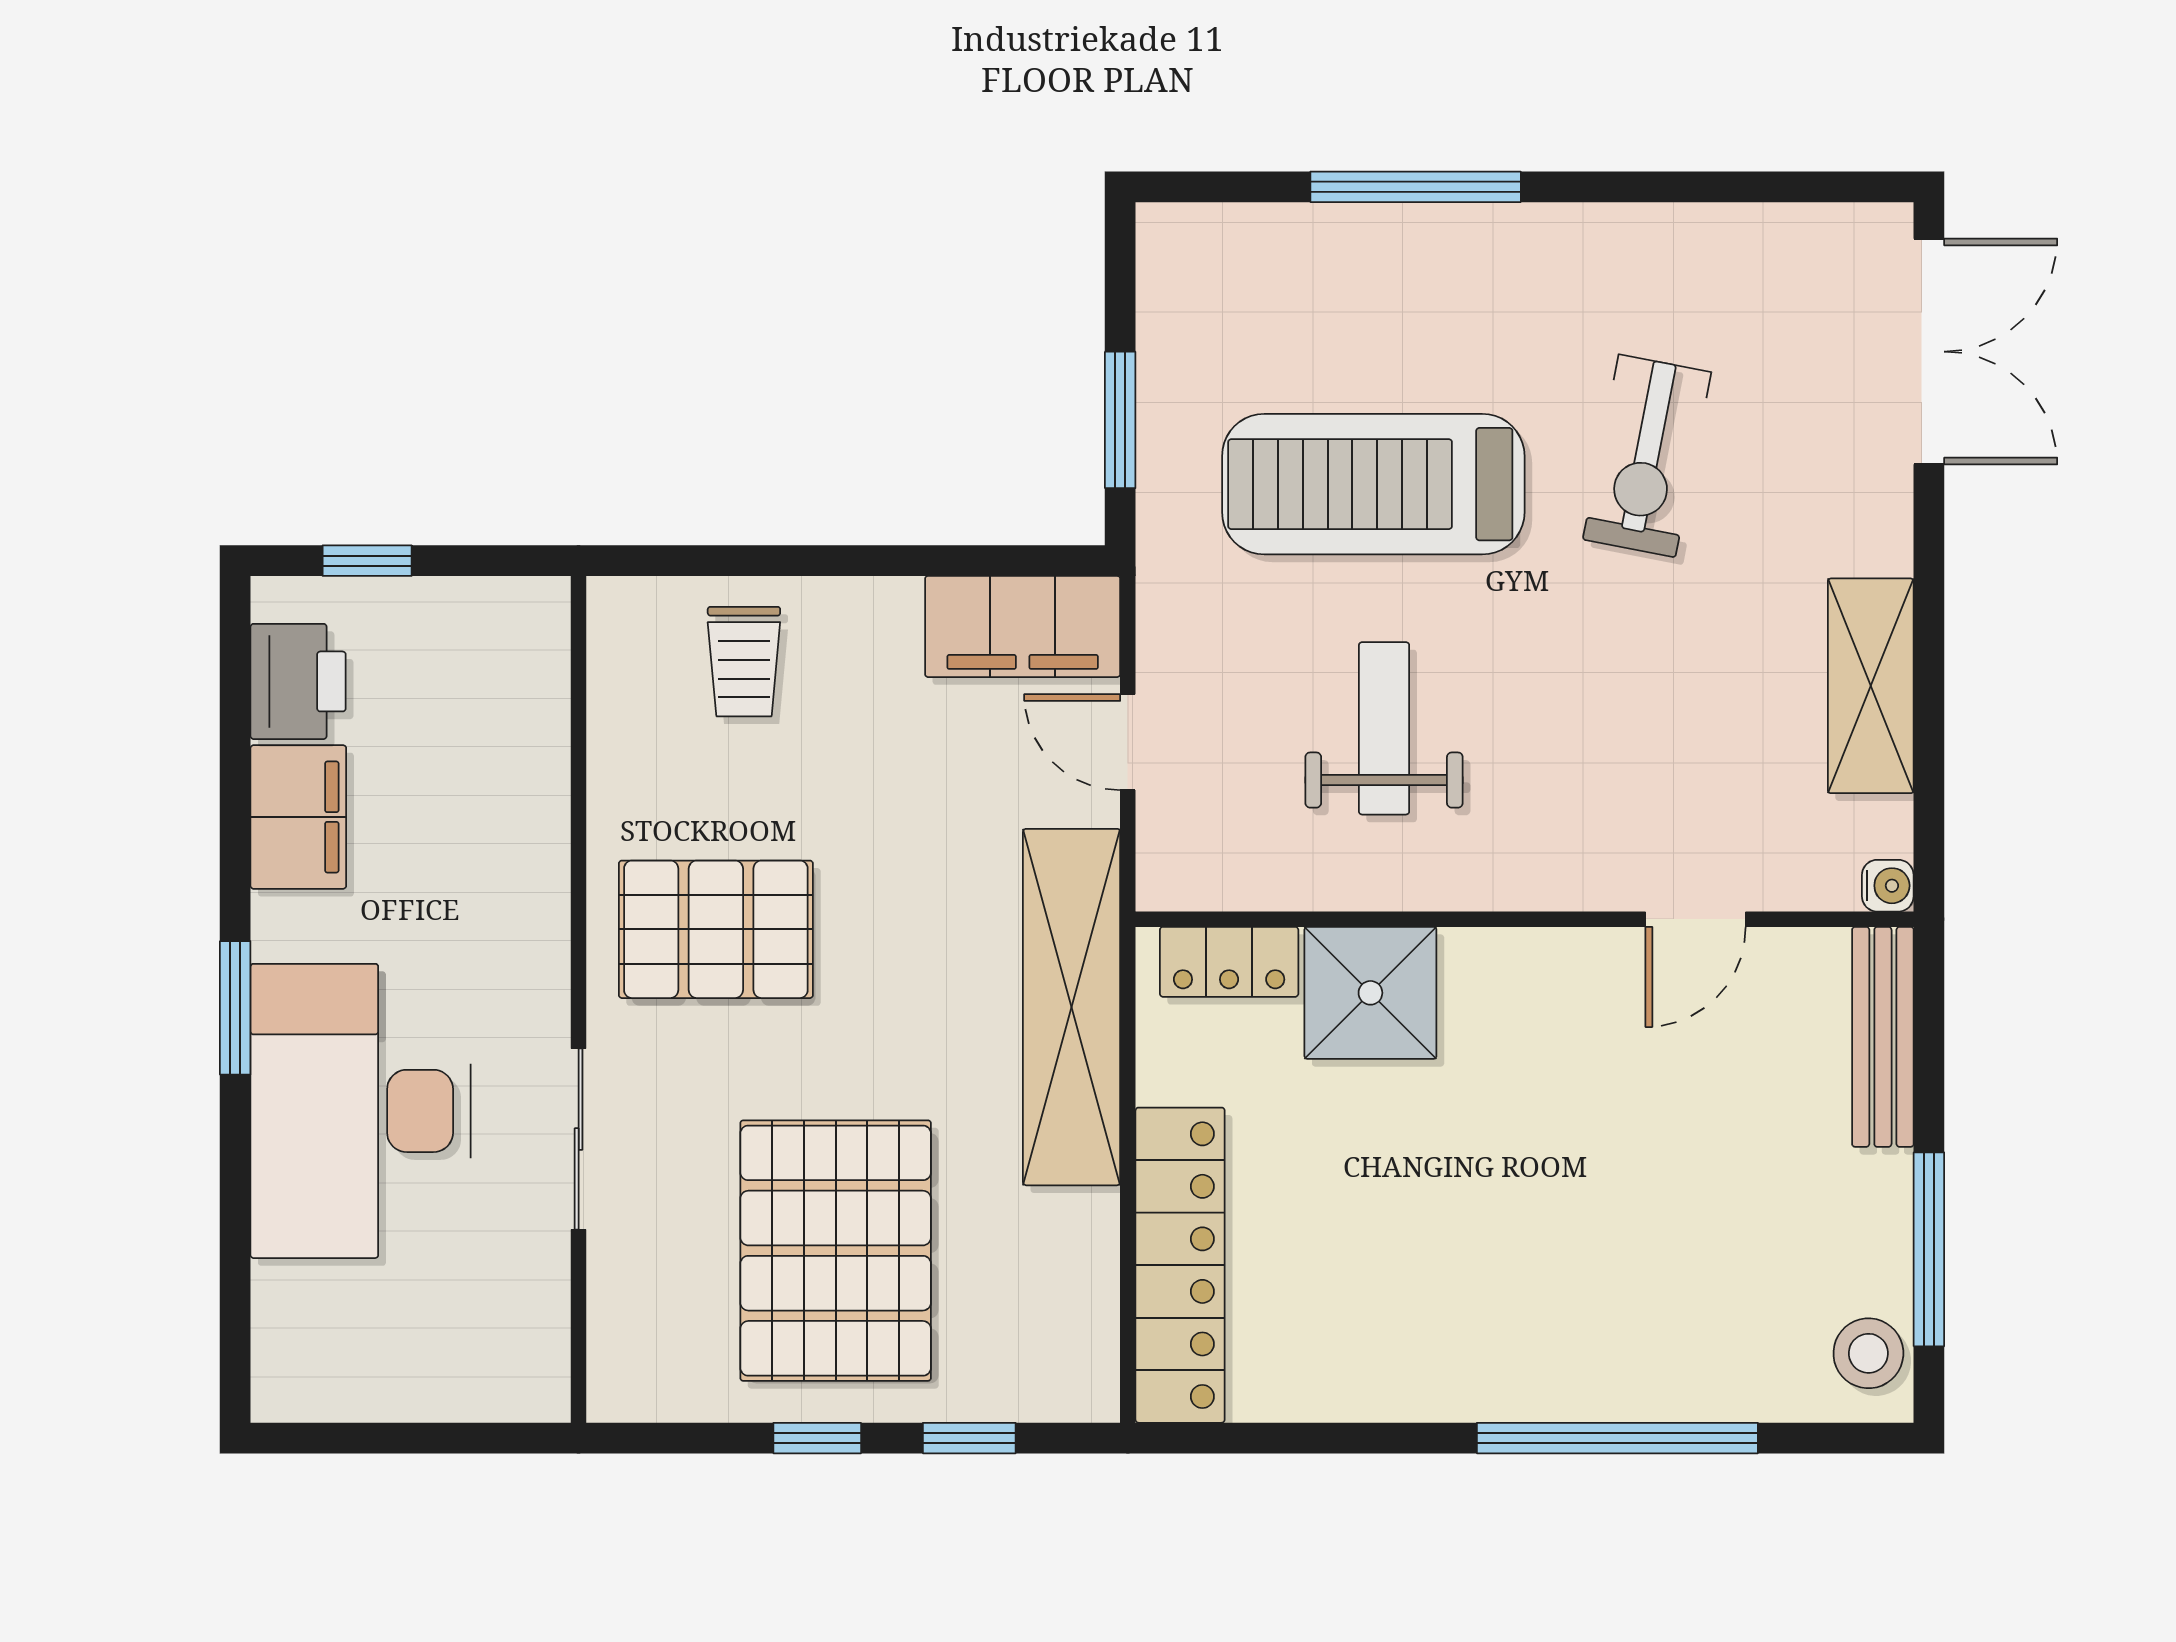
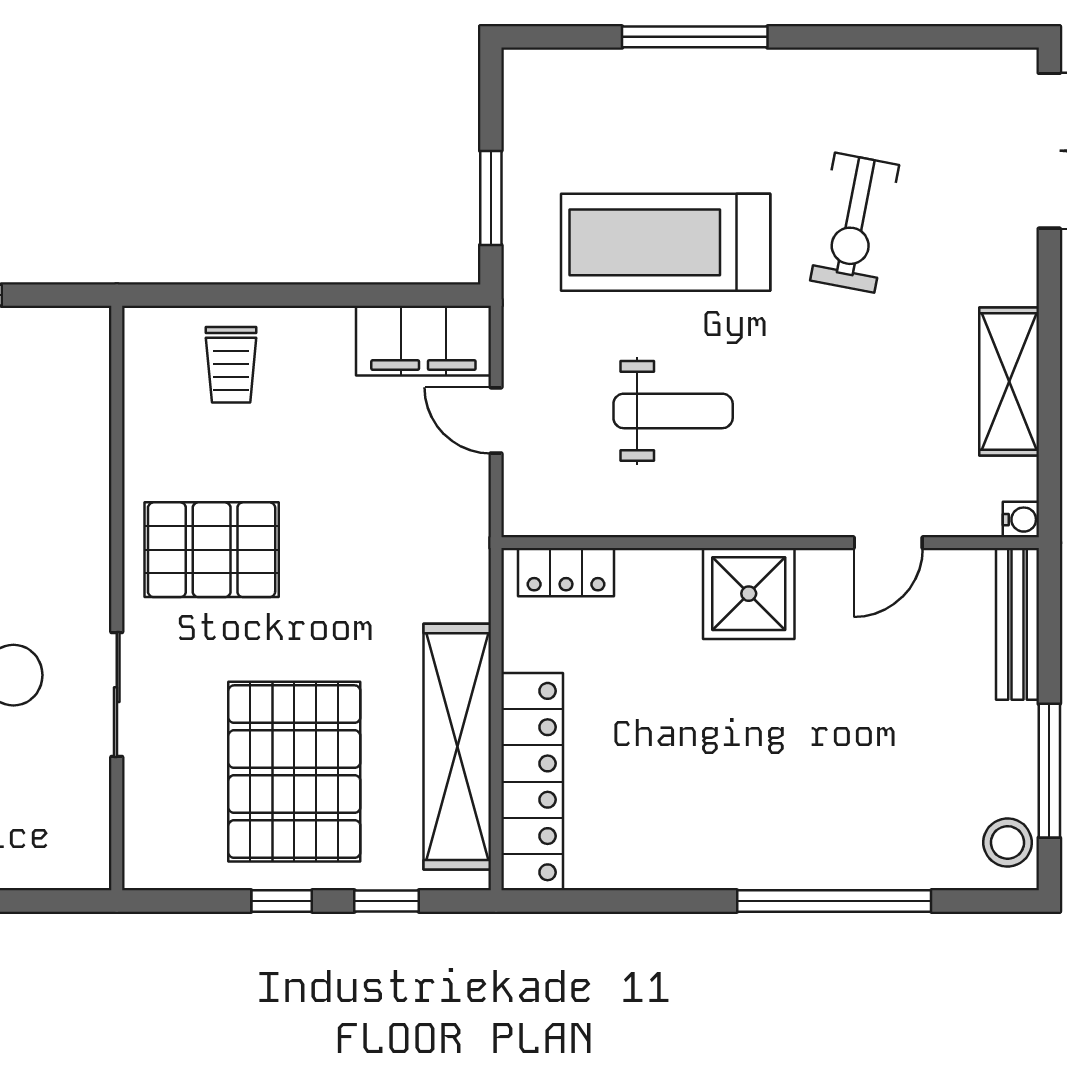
weight bench: (1384, 728) -> (673, 411), turned 90
shower: (1370, 993) -> (749, 594), moved
shelving: (1072, 1007) -> (457, 747), moved

